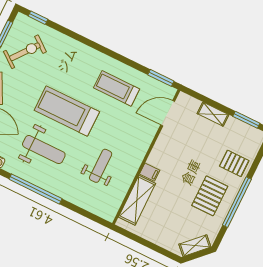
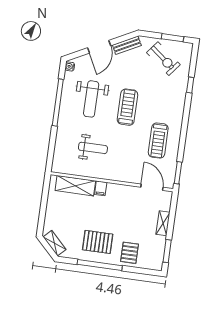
window: (38, 18) -> (190, 85), moved
treadmill: (117, 88) -> (158, 141), turned 180
treadmill: (67, 111) -> (127, 107), width x0.73, depth x0.73

